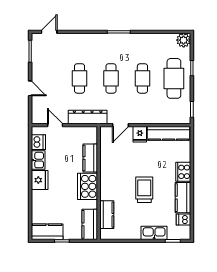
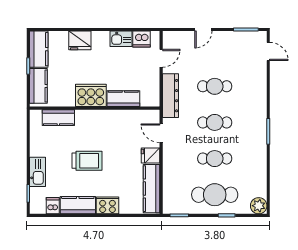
fridge: (40, 180) -> (80, 40), moved
kitchen counter: (90, 224) -> (38, 86), moved, turned 90

